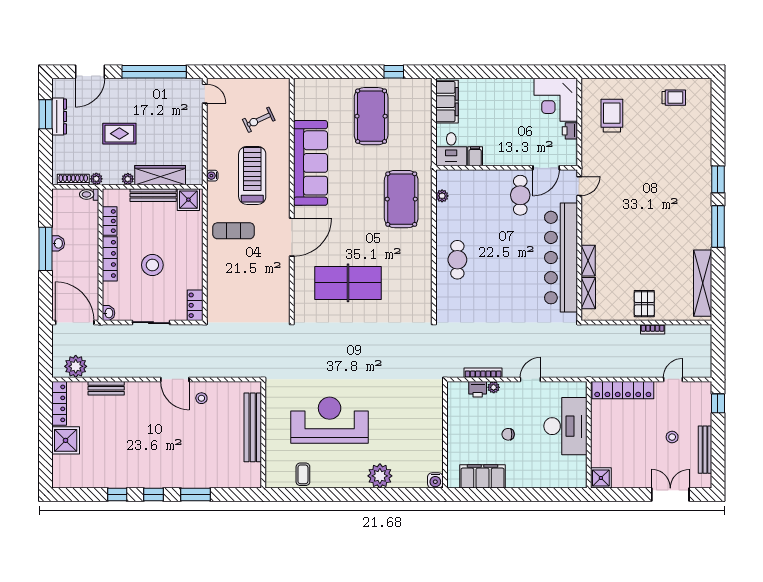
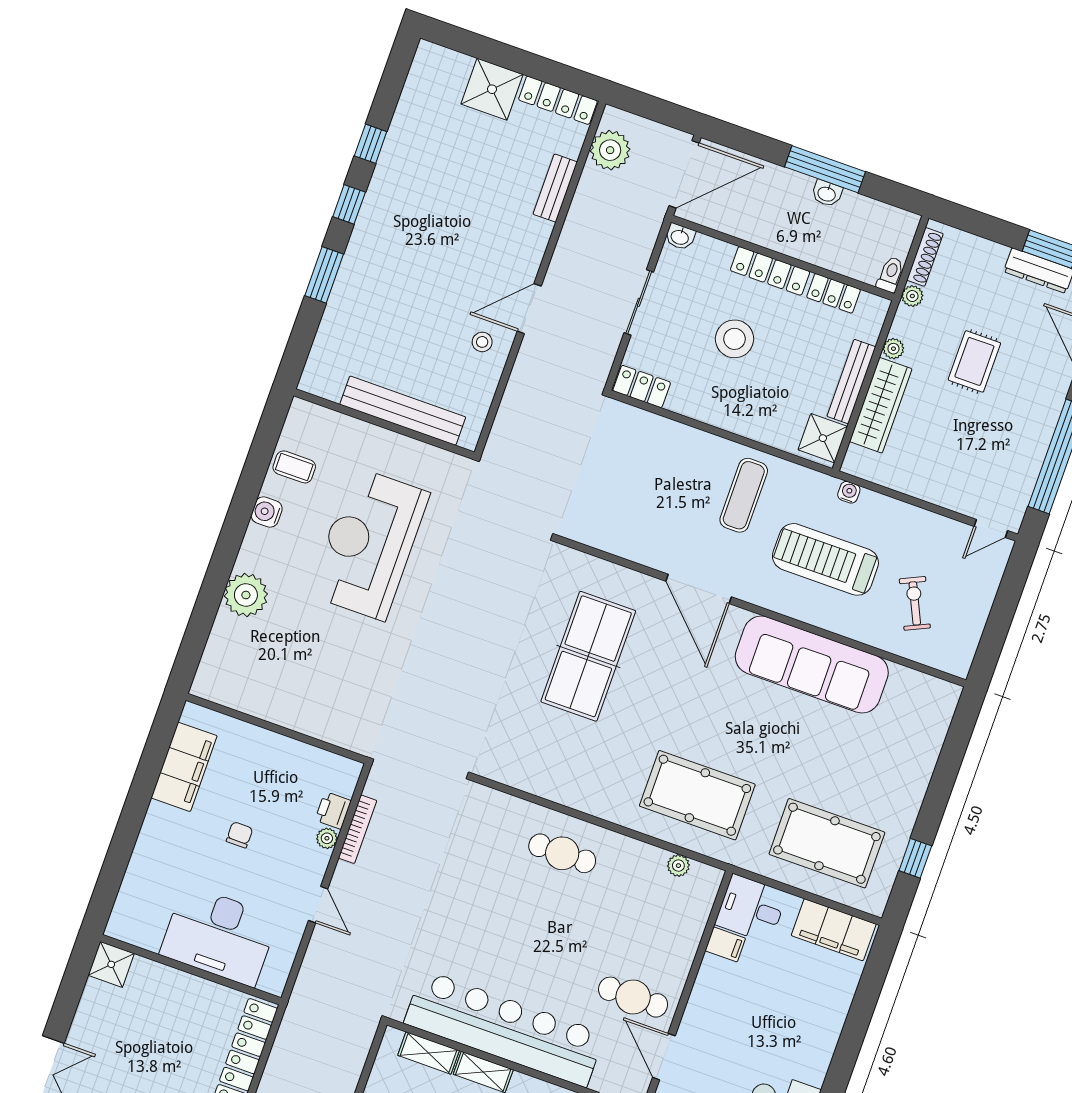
pool table: (371, 116) -> (827, 843), moved
treadmill: (252, 175) -> (825, 559), turned 180
reception desk: (330, 420) -> (369, 544), turned 180
water cooler: (435, 480) -> (267, 512), moved

